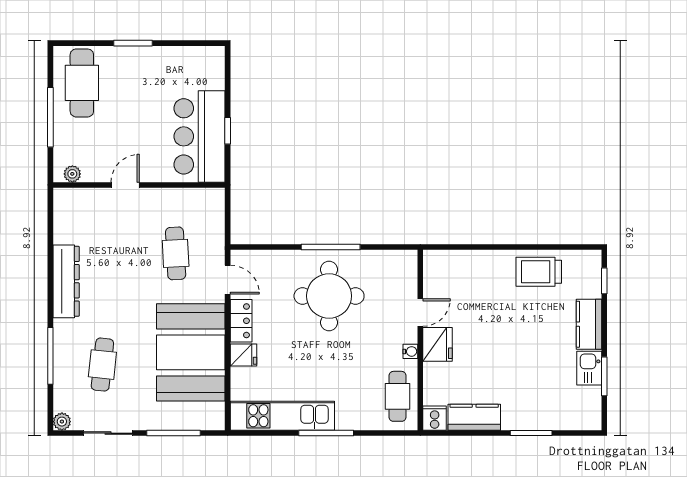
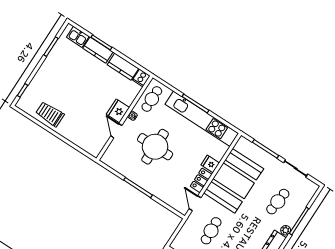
trolley: (539, 272) -> (50, 114), turned 180
round table: (329, 296) -> (155, 147), moved
door: (420, 312) -> (116, 131), hinge flipped
kitchen counter: (589, 324) -> (98, 50), moved, turned 90
kitchen sink: (589, 368) -> (78, 37), moved, turned 90
kitchen unit: (282, 416) -> (202, 119), width x1.36
plant: (62, 422) -> (286, 230), moved

